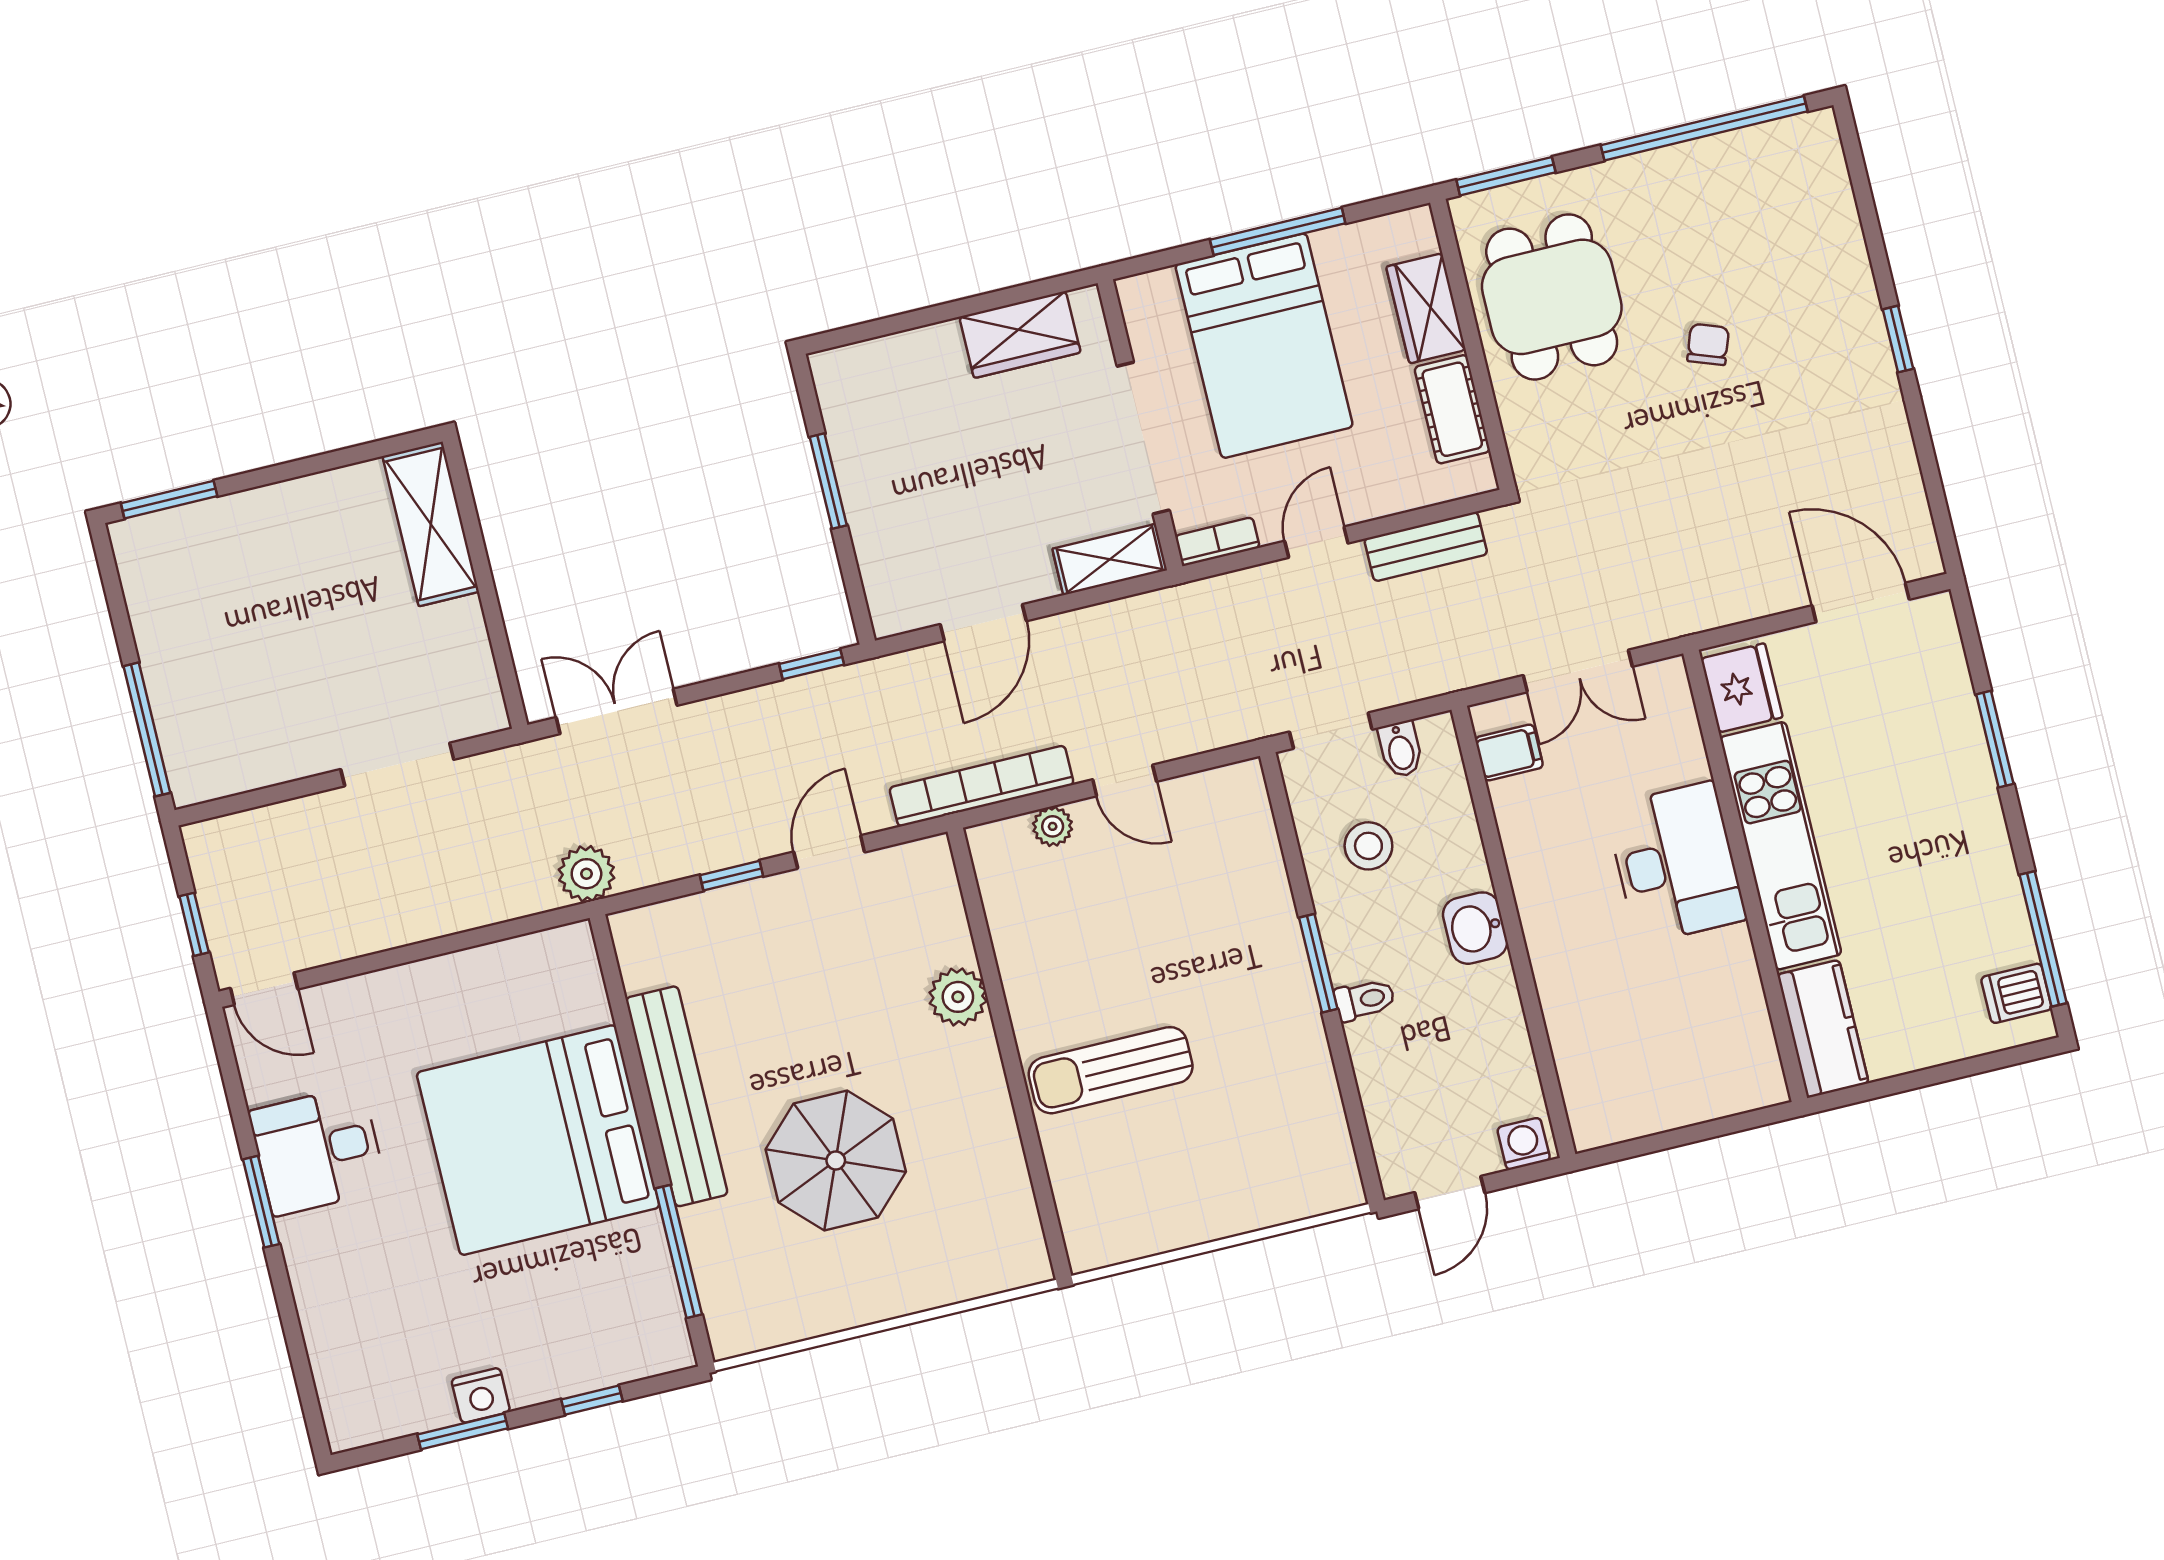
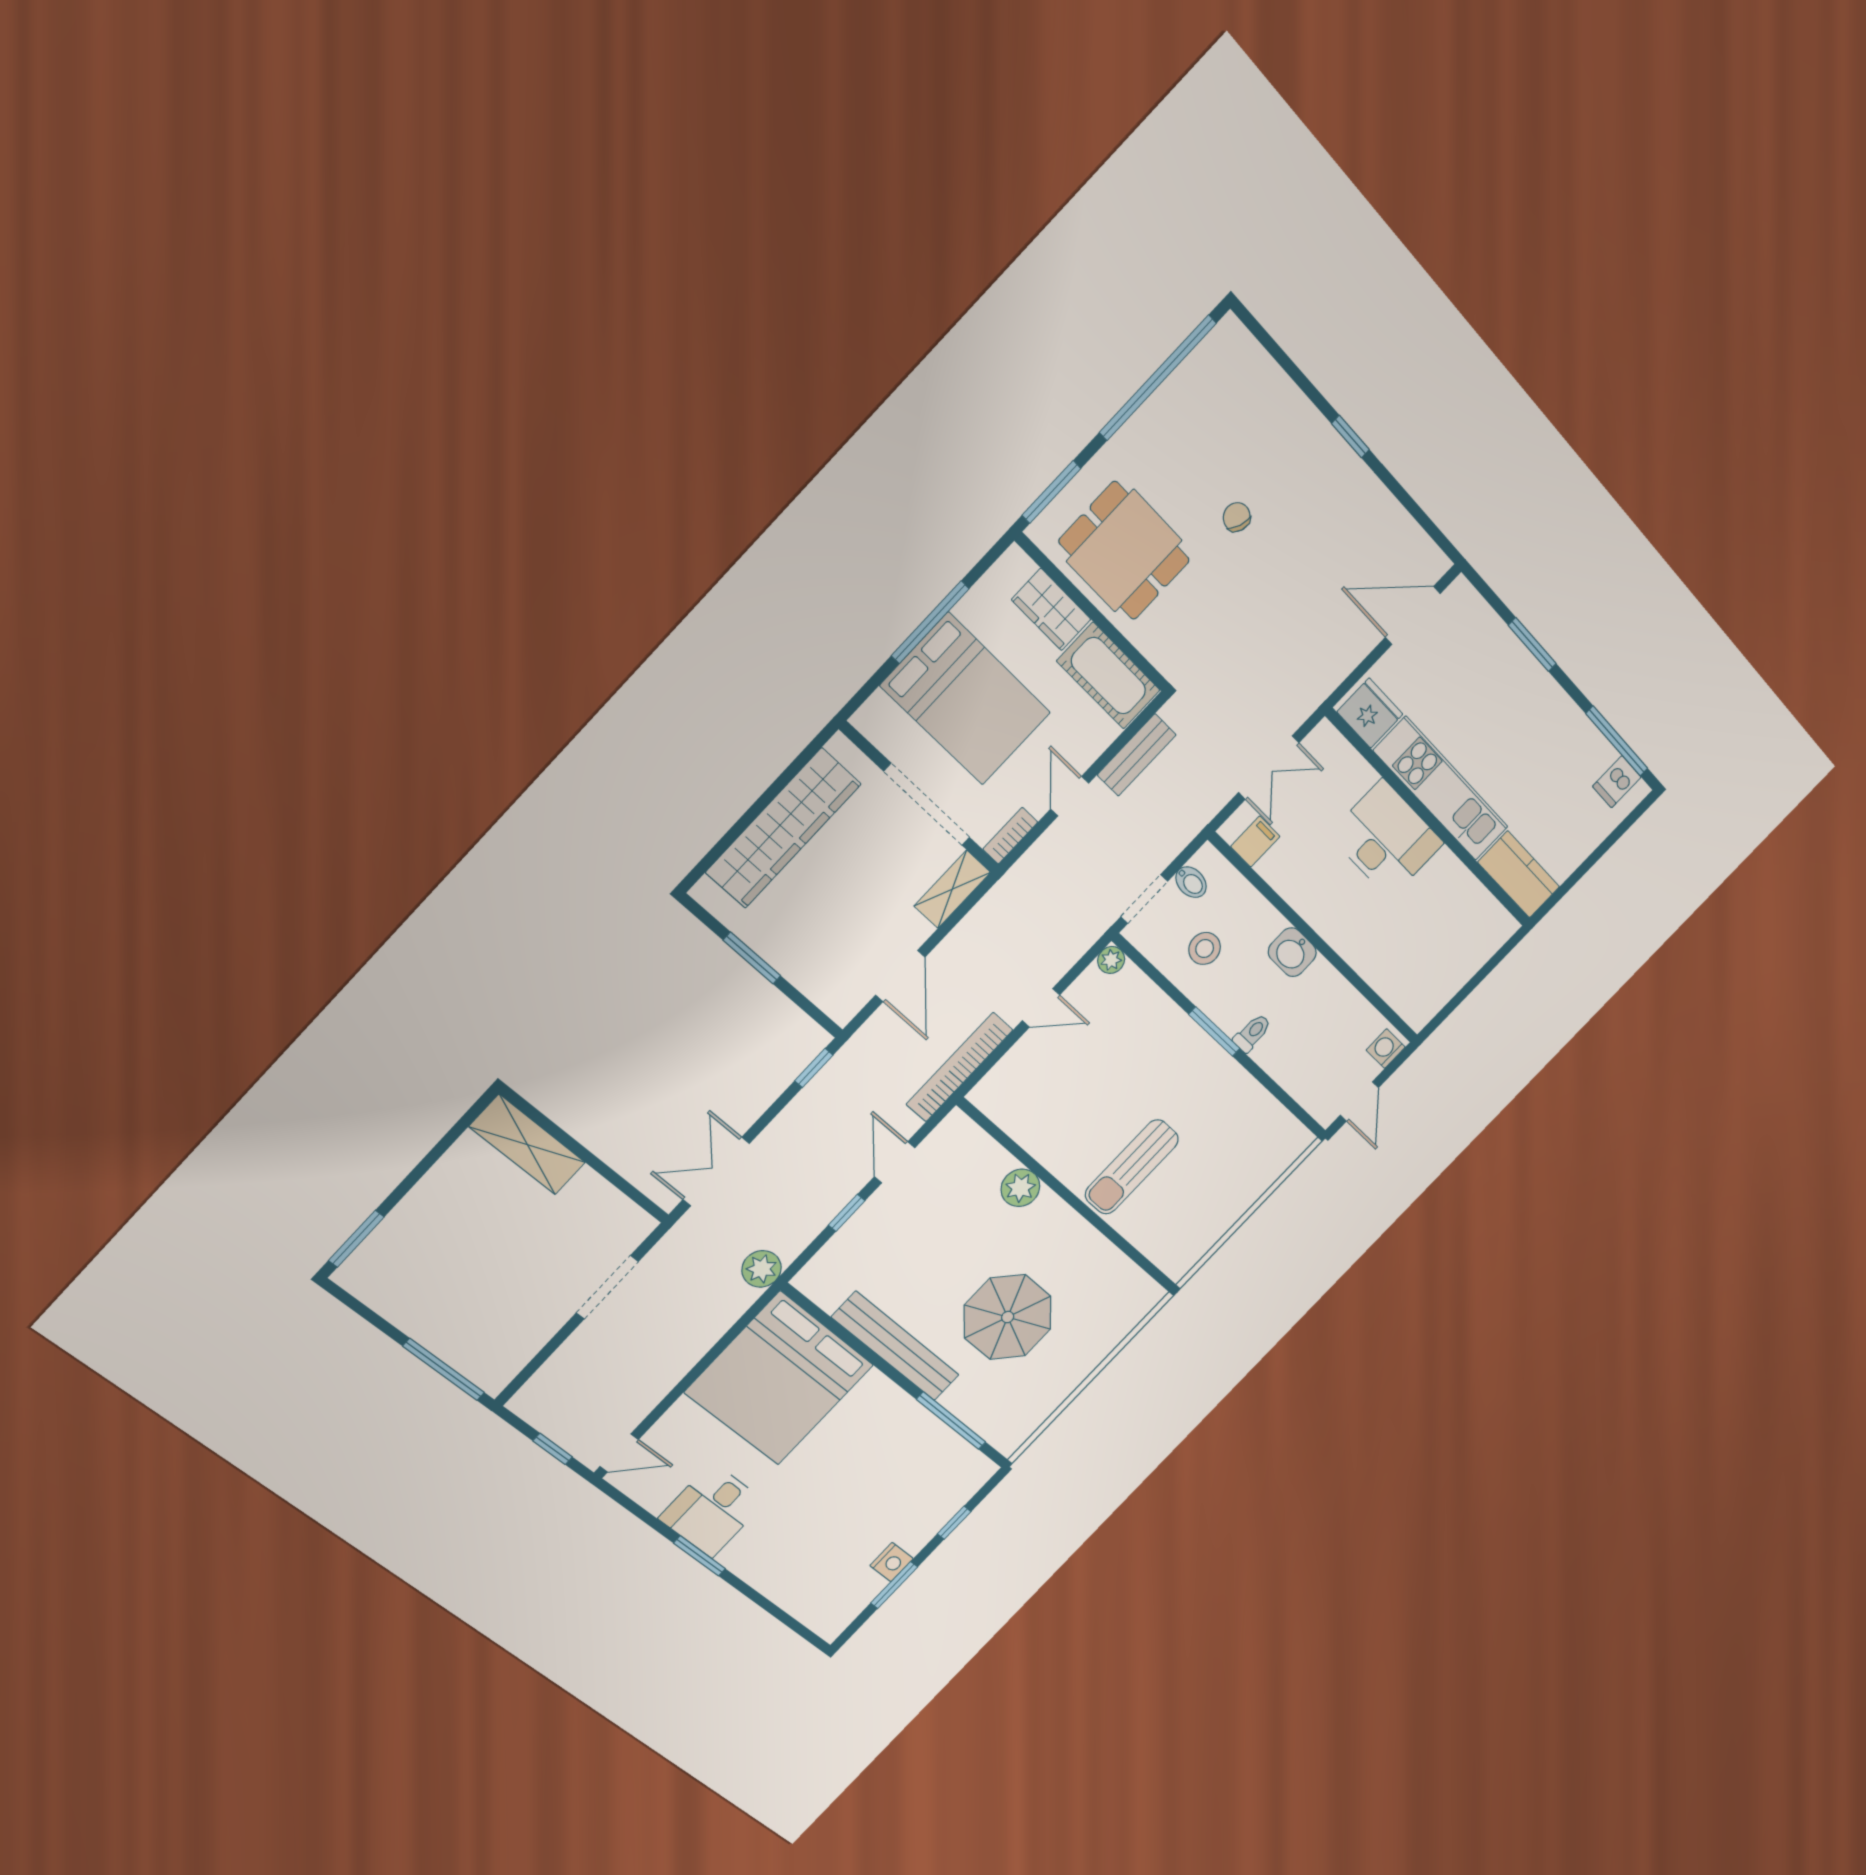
wardrobe: (1020, 335) -> (783, 828), width x2.10, depth x1.17
cot: (1452, 409) -> (1108, 676), width x1.37, depth x1.34
plant: (1053, 826) -> (1111, 960), moved
bed: (538, 1140) -> (779, 1379), moved

